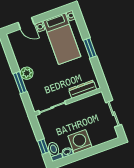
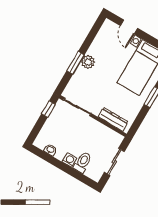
washing machine: (80, 142) -> (70, 160), width x0.53, depth x0.53
window: (43, 147) -> (48, 109), moved
toilet: (54, 151) -> (83, 162), moved

